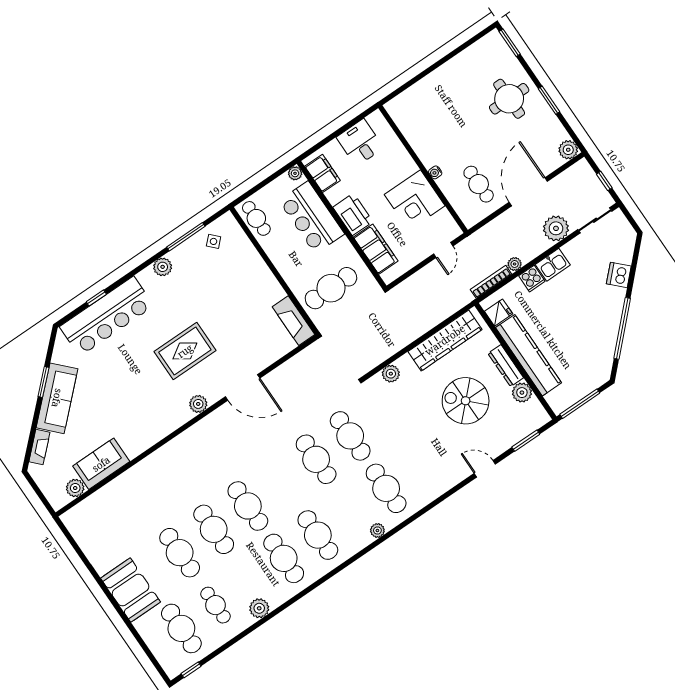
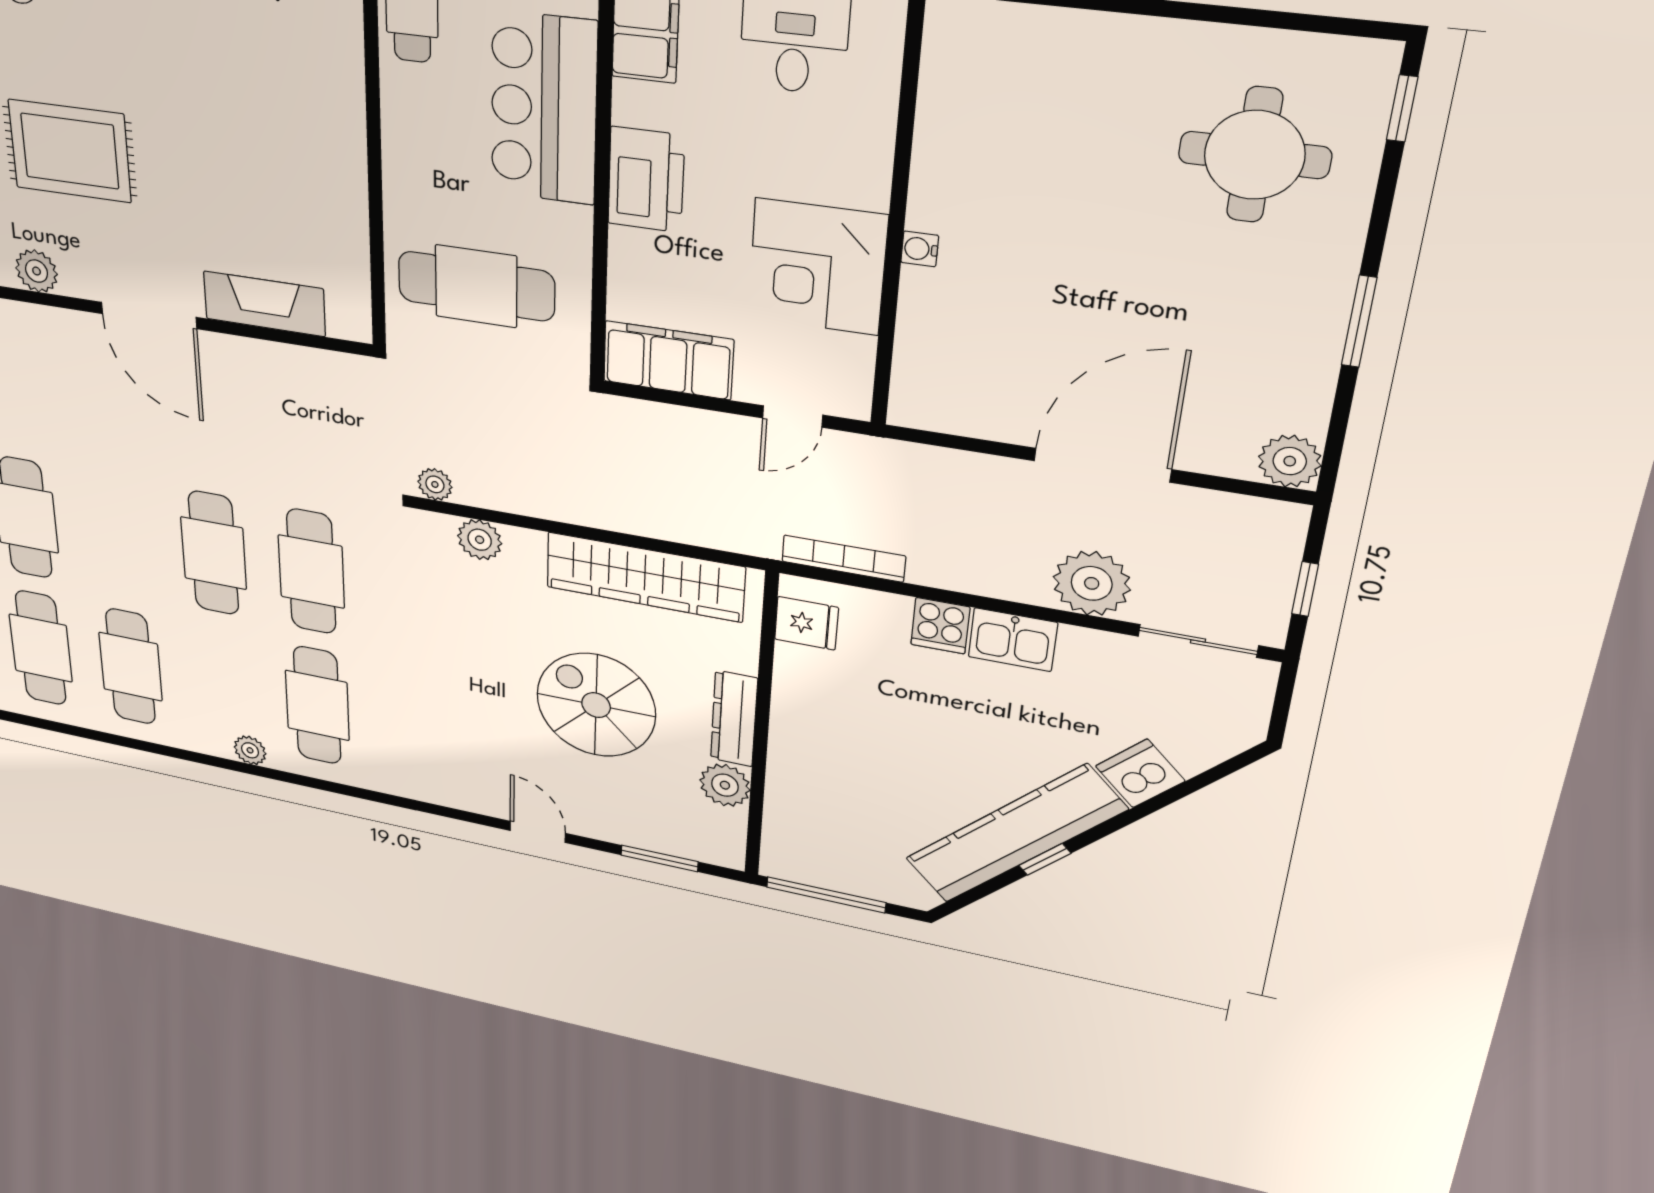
window: (510, 43) -> (1402, 108), width x0.67
round table: (509, 99) -> (1255, 155), moved
cafe table: (479, 184) -> (1000, 356), removed
filing cabinet: (376, 249) -> (668, 360), moved, turned -90
plant: (515, 264) -> (435, 484), moved
fireplace: (293, 321) -> (264, 304), moved, turned 90
window: (622, 328) -> (1045, 859), width x0.32
kitchen counter: (529, 355) -> (1015, 834), moved, turned -135

